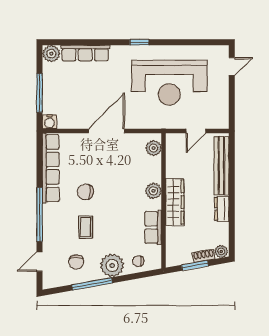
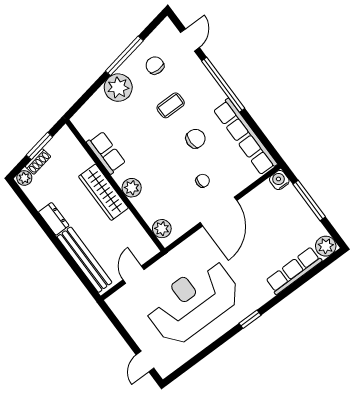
coffee table: (86, 227) -> (171, 105), turned 90
chair: (138, 261) -> (203, 181), moved

